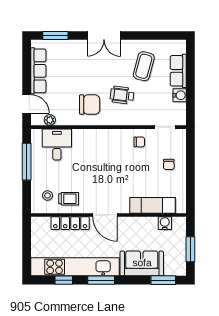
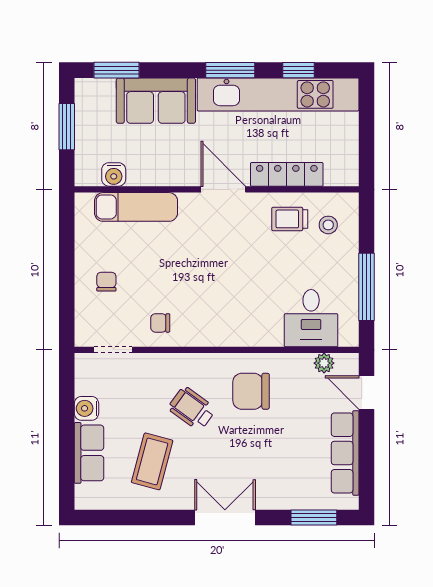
wheelchair: (122, 95) -> (192, 409), turned -151

